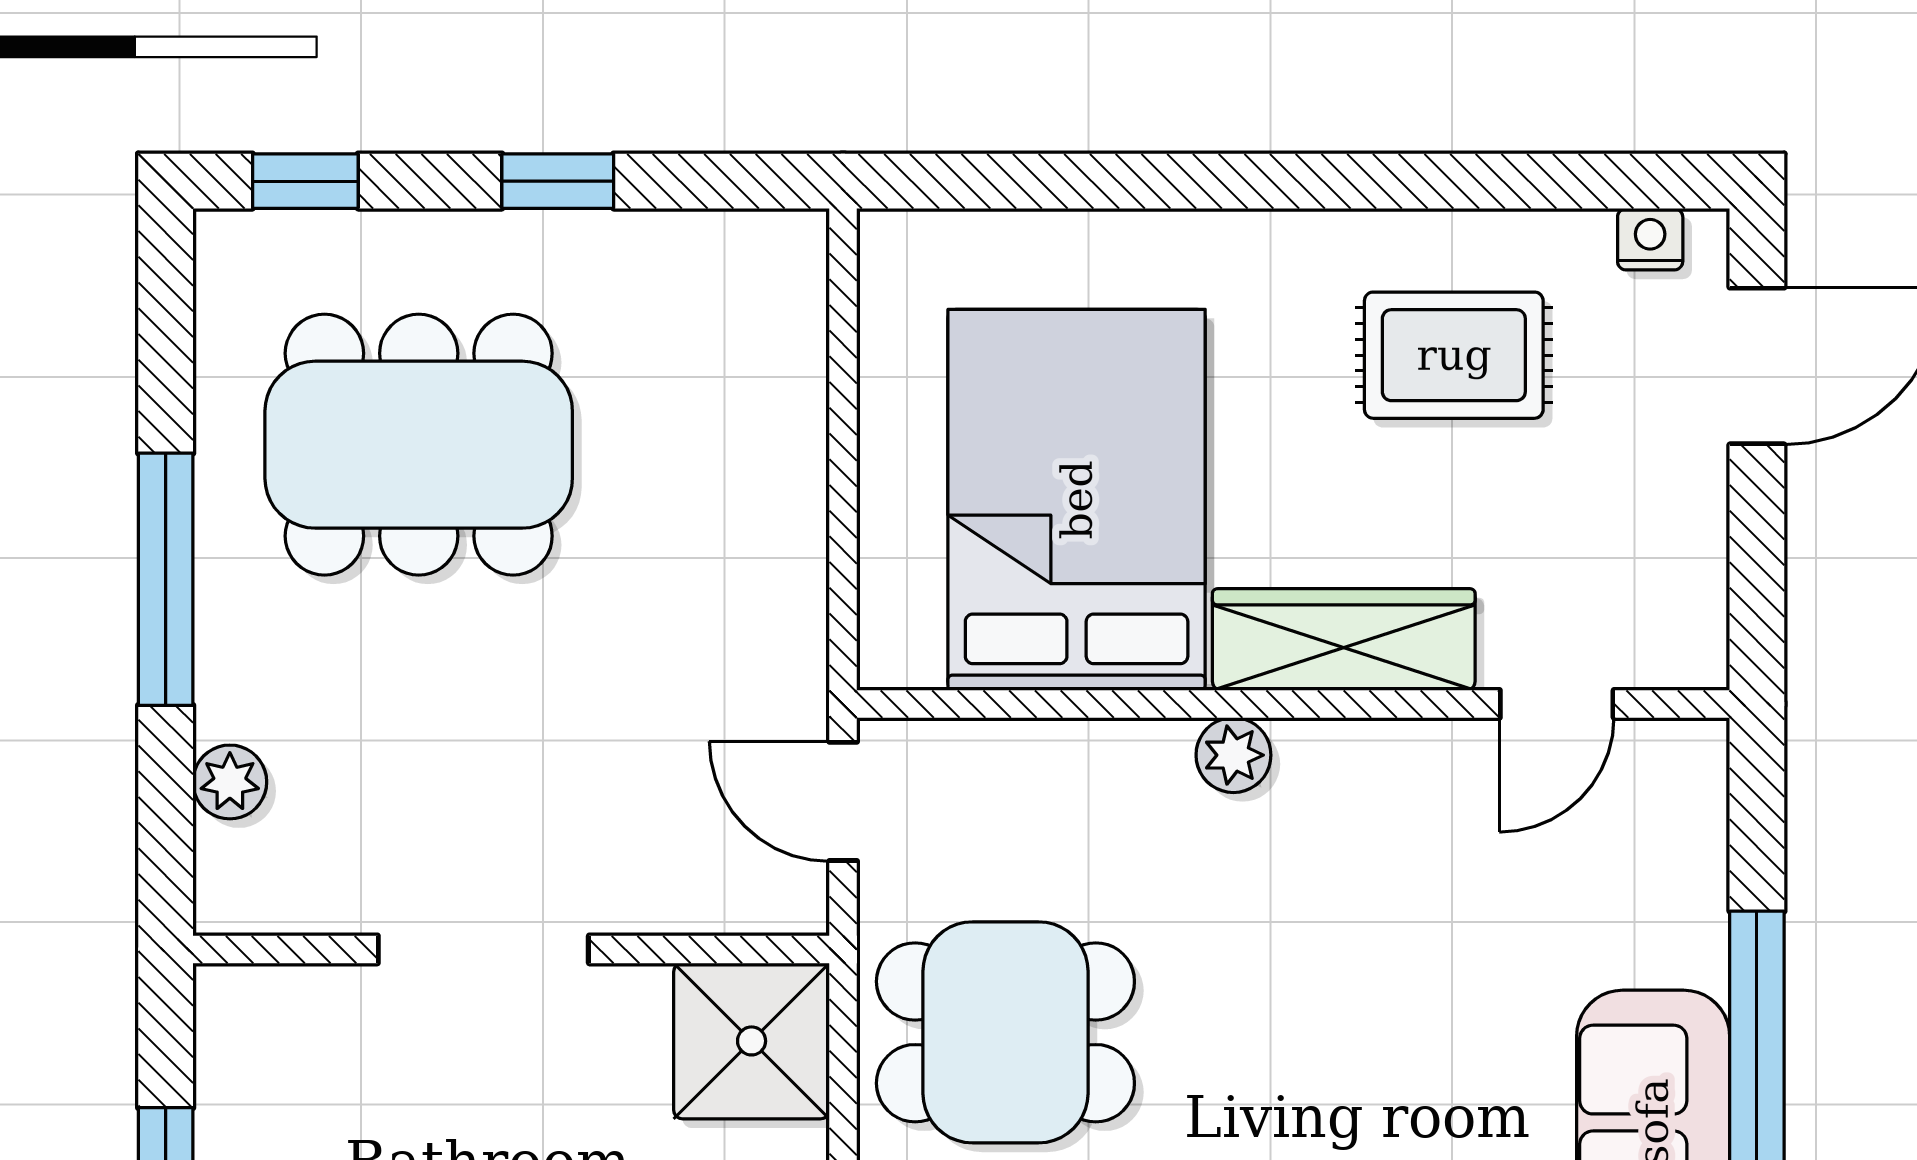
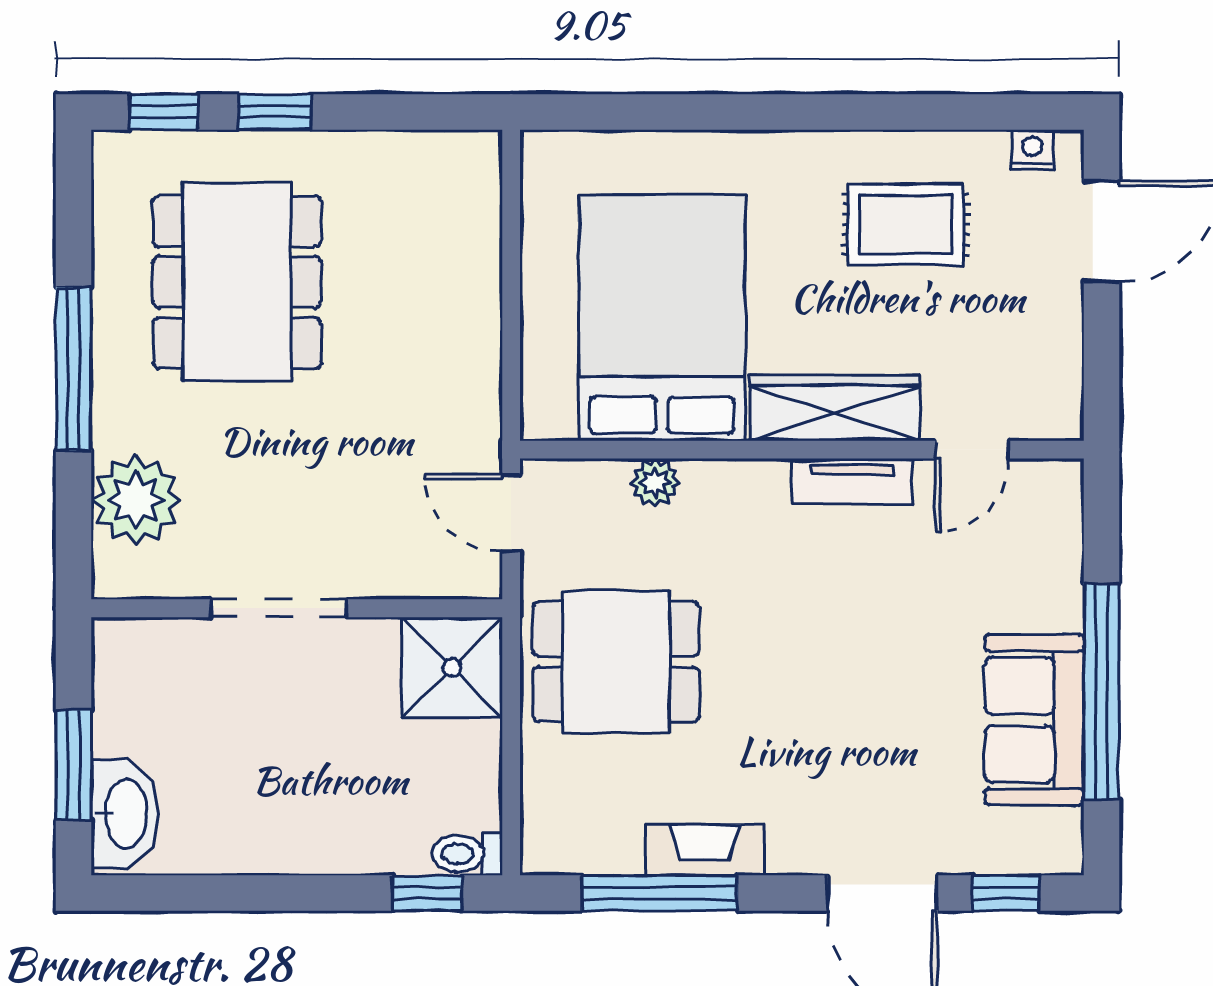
window: (558, 181) -> (275, 112), moved
dining table: (419, 445) -> (237, 282), turned 90
tv unit: (1371, 753) -> (852, 481), added
plant: (1233, 755) -> (655, 483), moved
plant: (230, 782) -> (136, 500), width x1.88, depth x1.88

